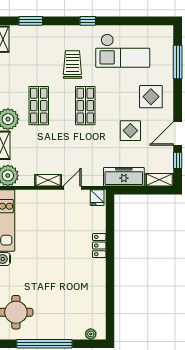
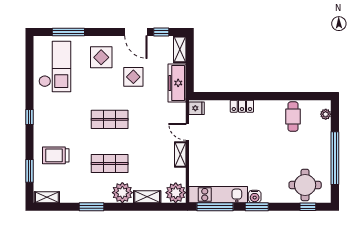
checkout: (123, 51) -> (55, 66), moved
trolley: (72, 65) -> (56, 155), moved
cafe table: (88, 300) -> (293, 117), added

